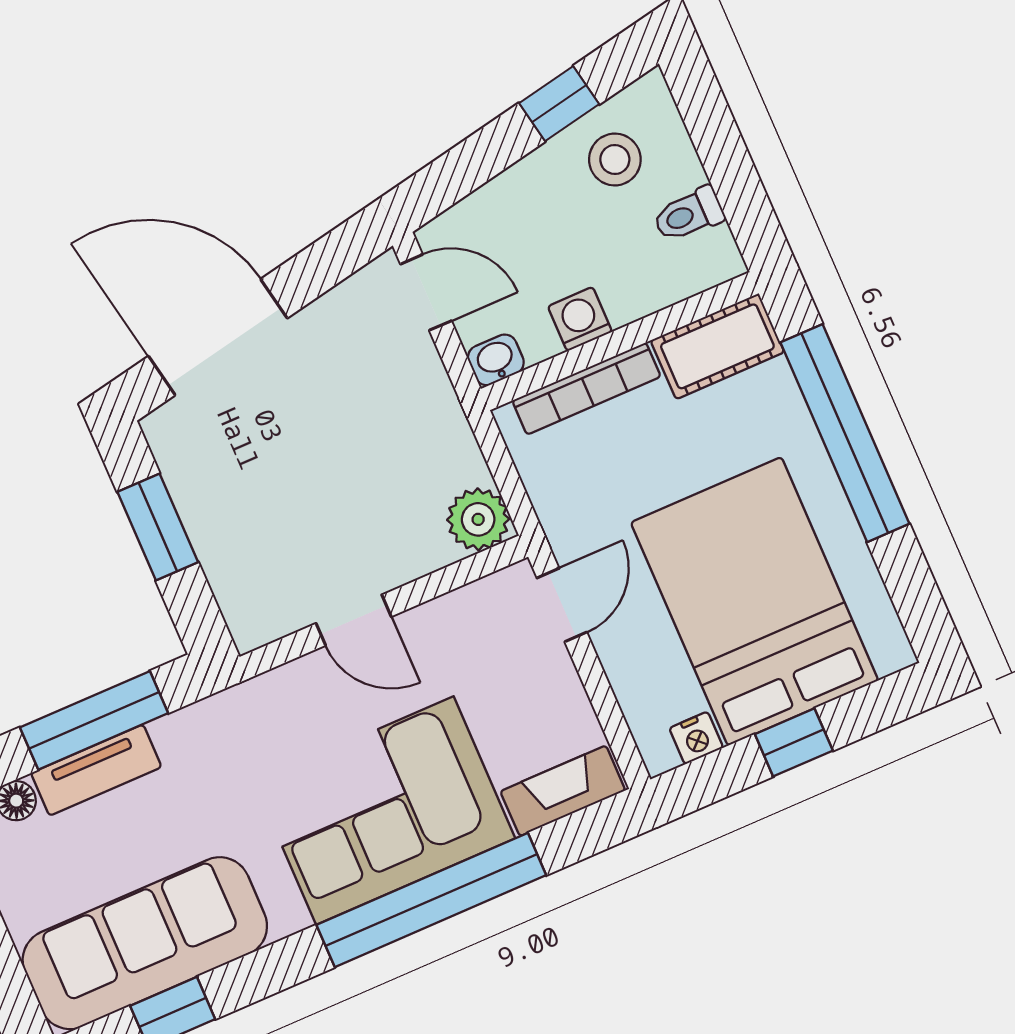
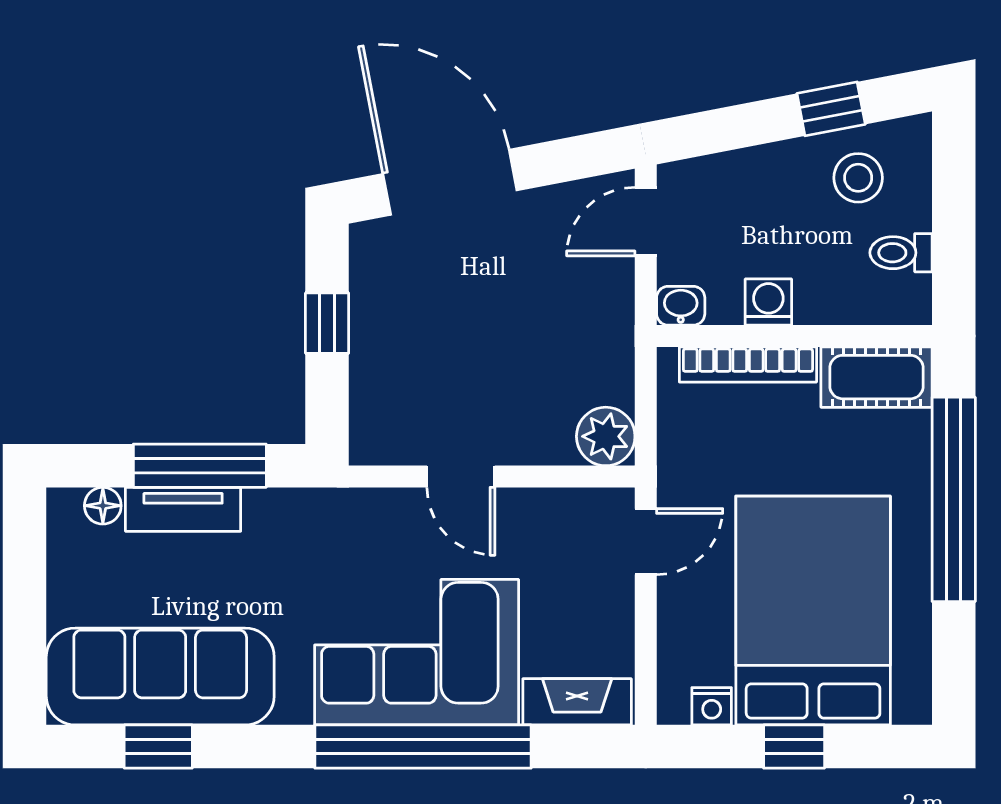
door: (426, 292) -> (646, 222), swing flipped
window: (158, 527) -> (327, 323), width x0.67

